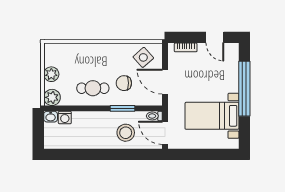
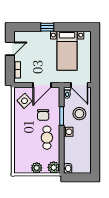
window: (244, 89) -> (47, 27), width x0.32
washing machine: (65, 118) -> (68, 132), moved
door: (165, 133) -> (79, 85), hinge flipped

